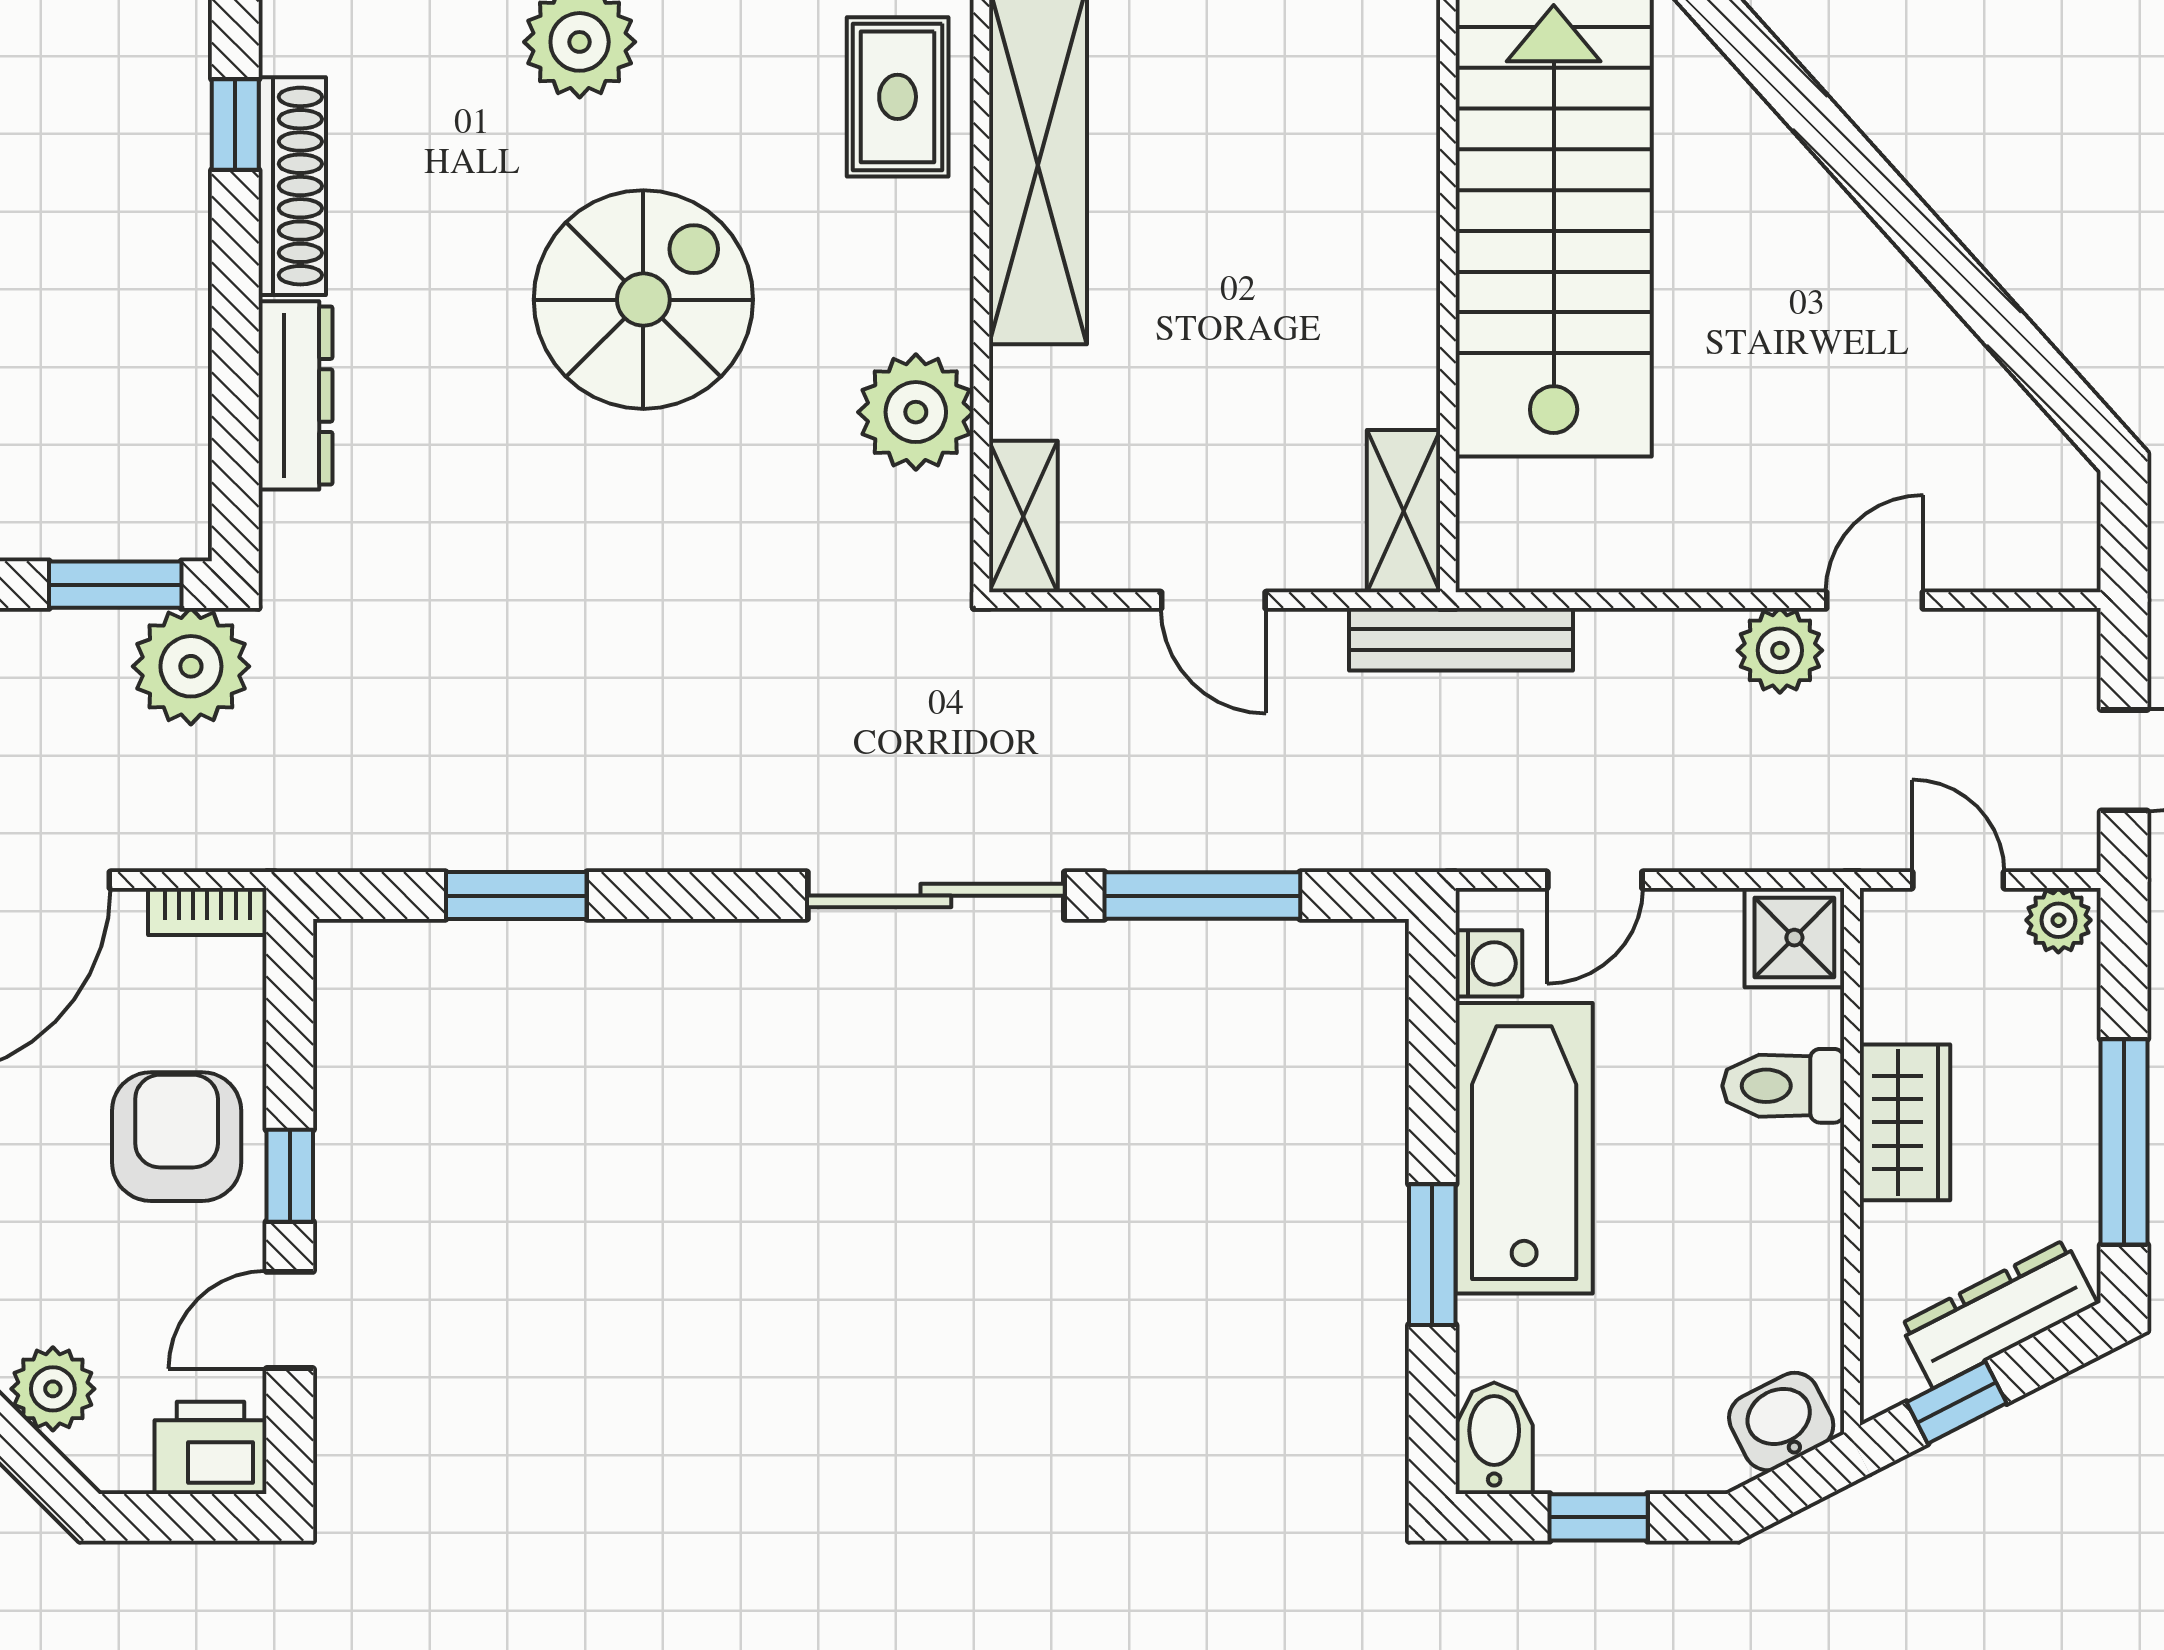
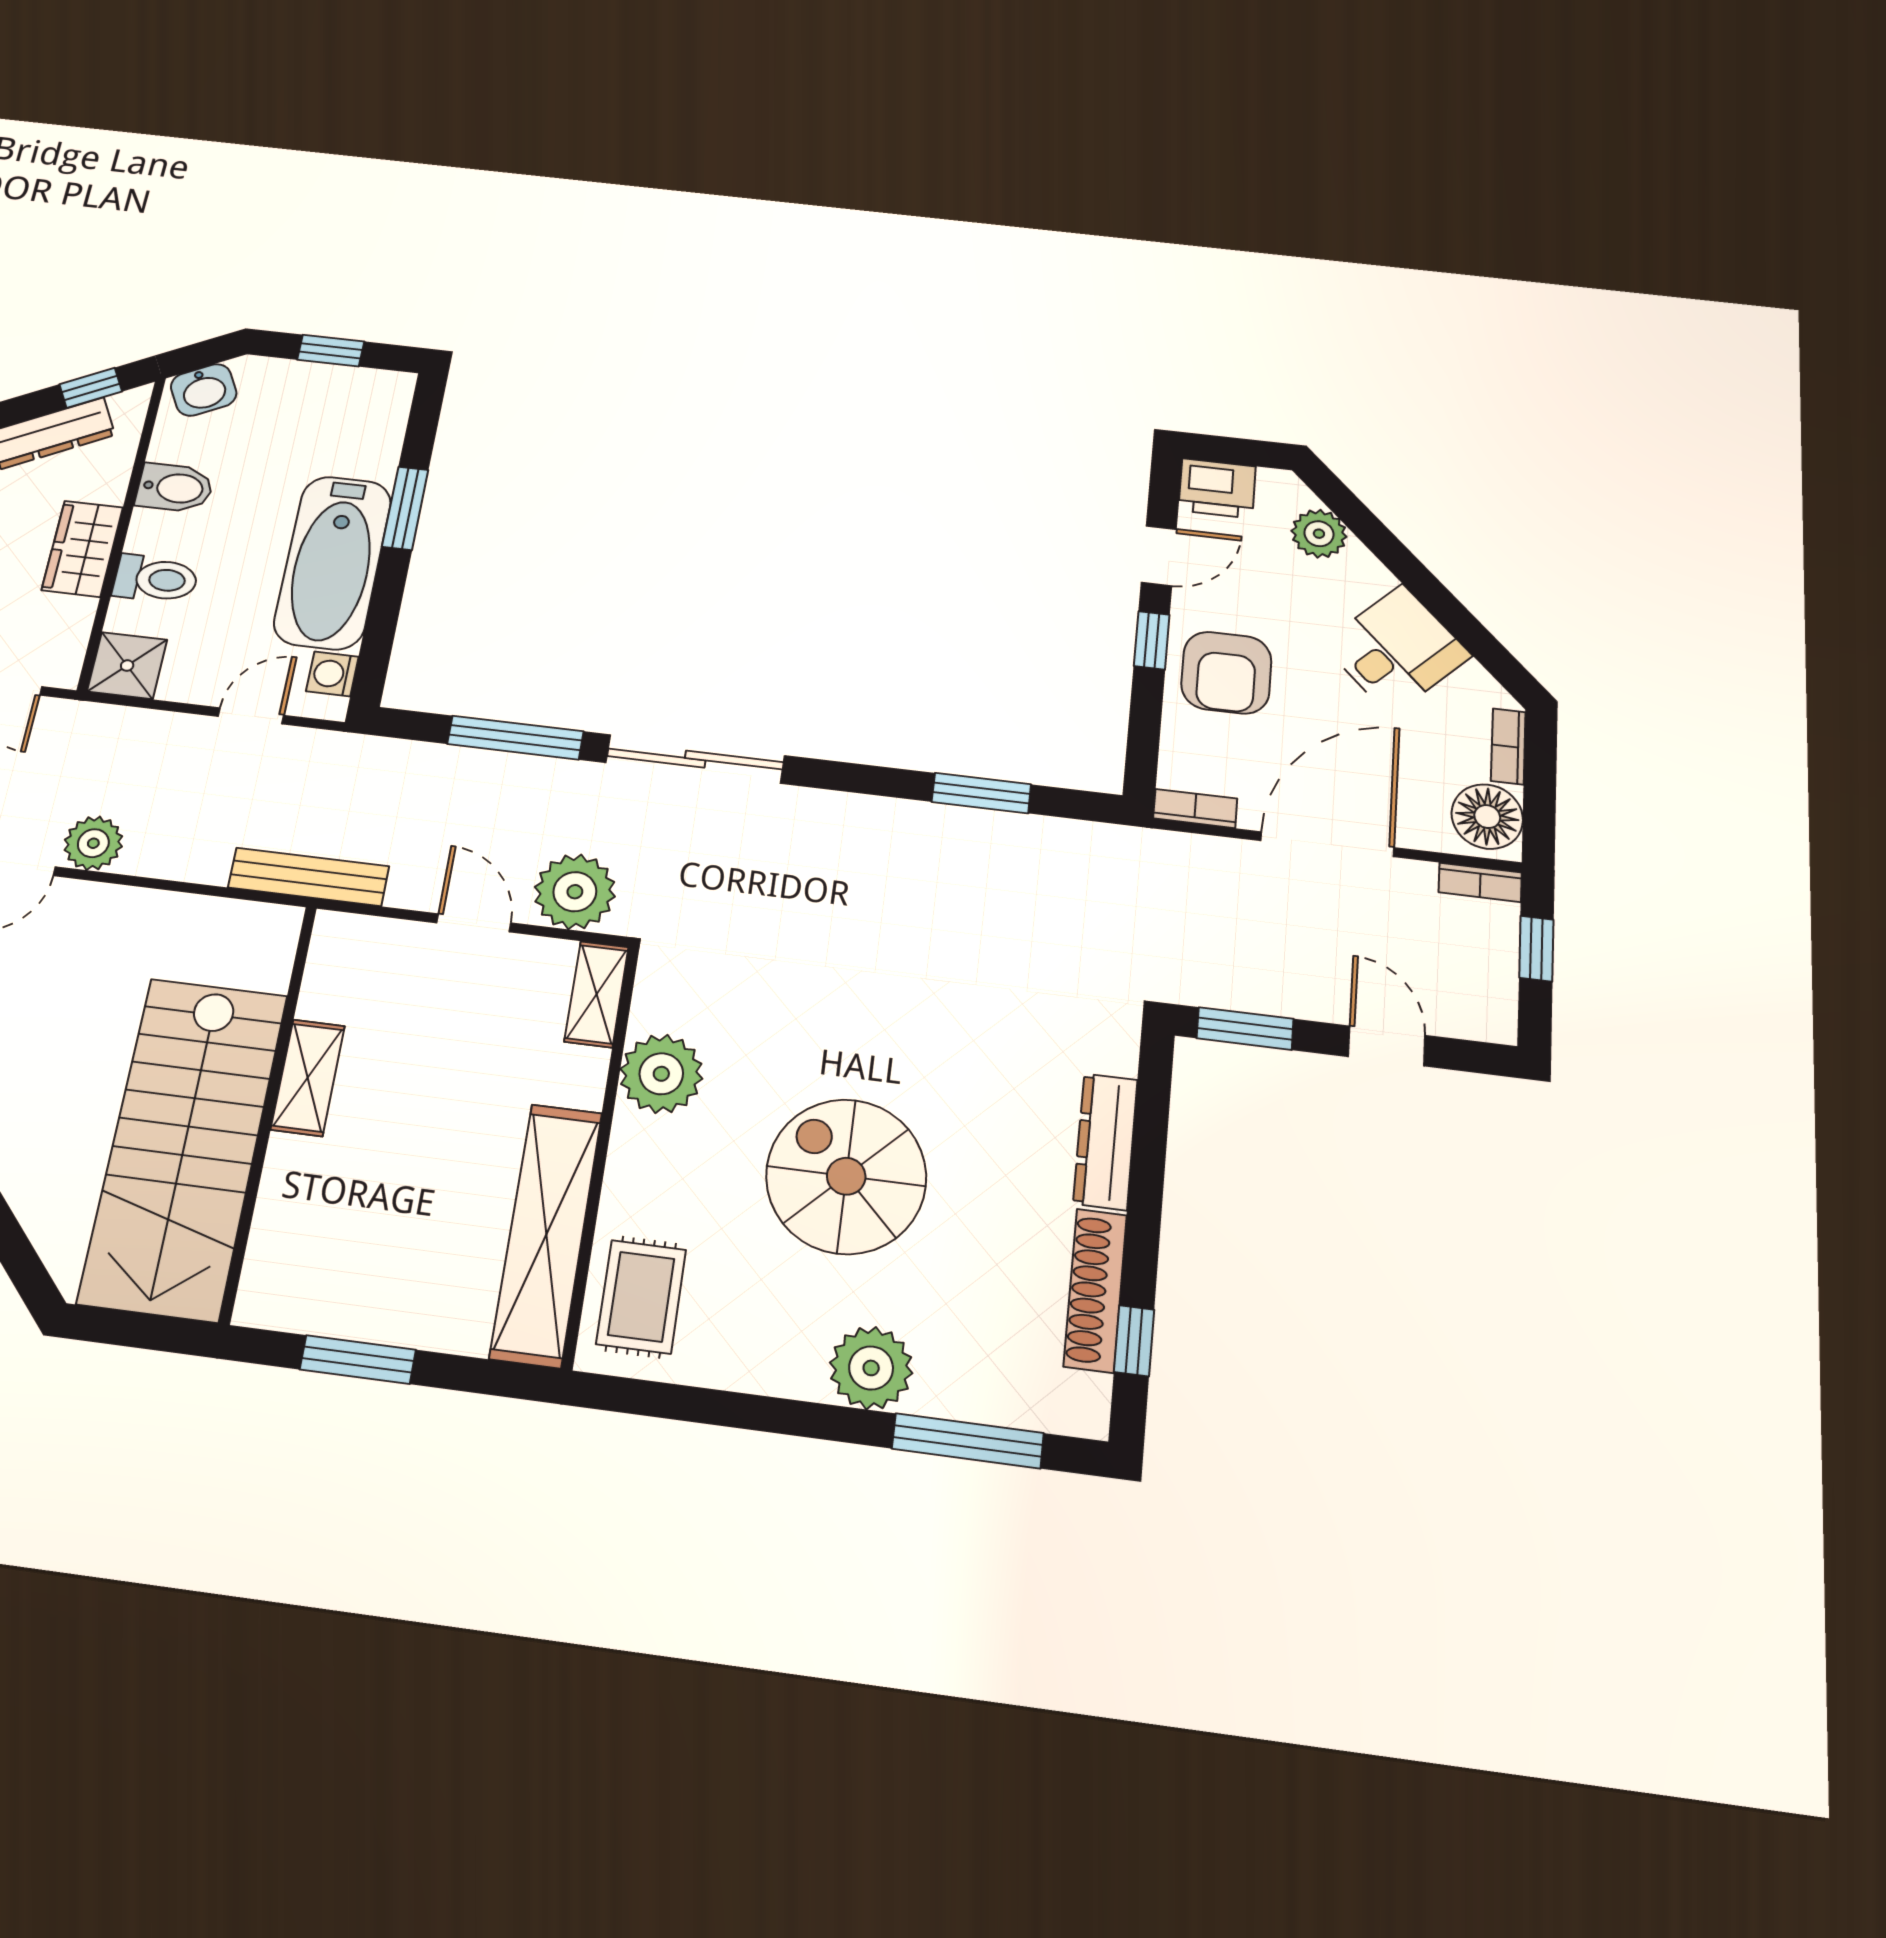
spiral stairs: (643, 300) -> (846, 1176), turned 90
shelving: (1403, 511) -> (308, 1078), moved
plant: (191, 666) -> (575, 892), moved
bidet: (1494, 1438) -> (175, 488), moved, turned -90

